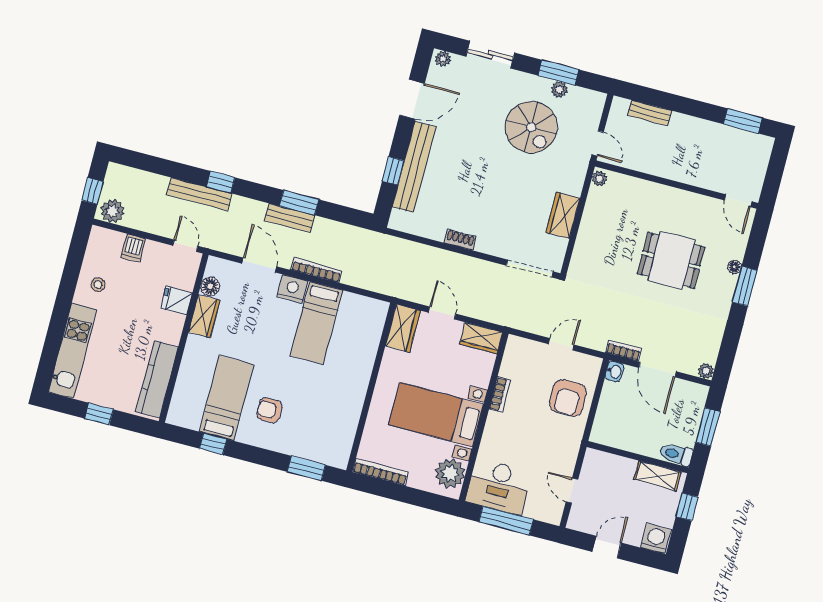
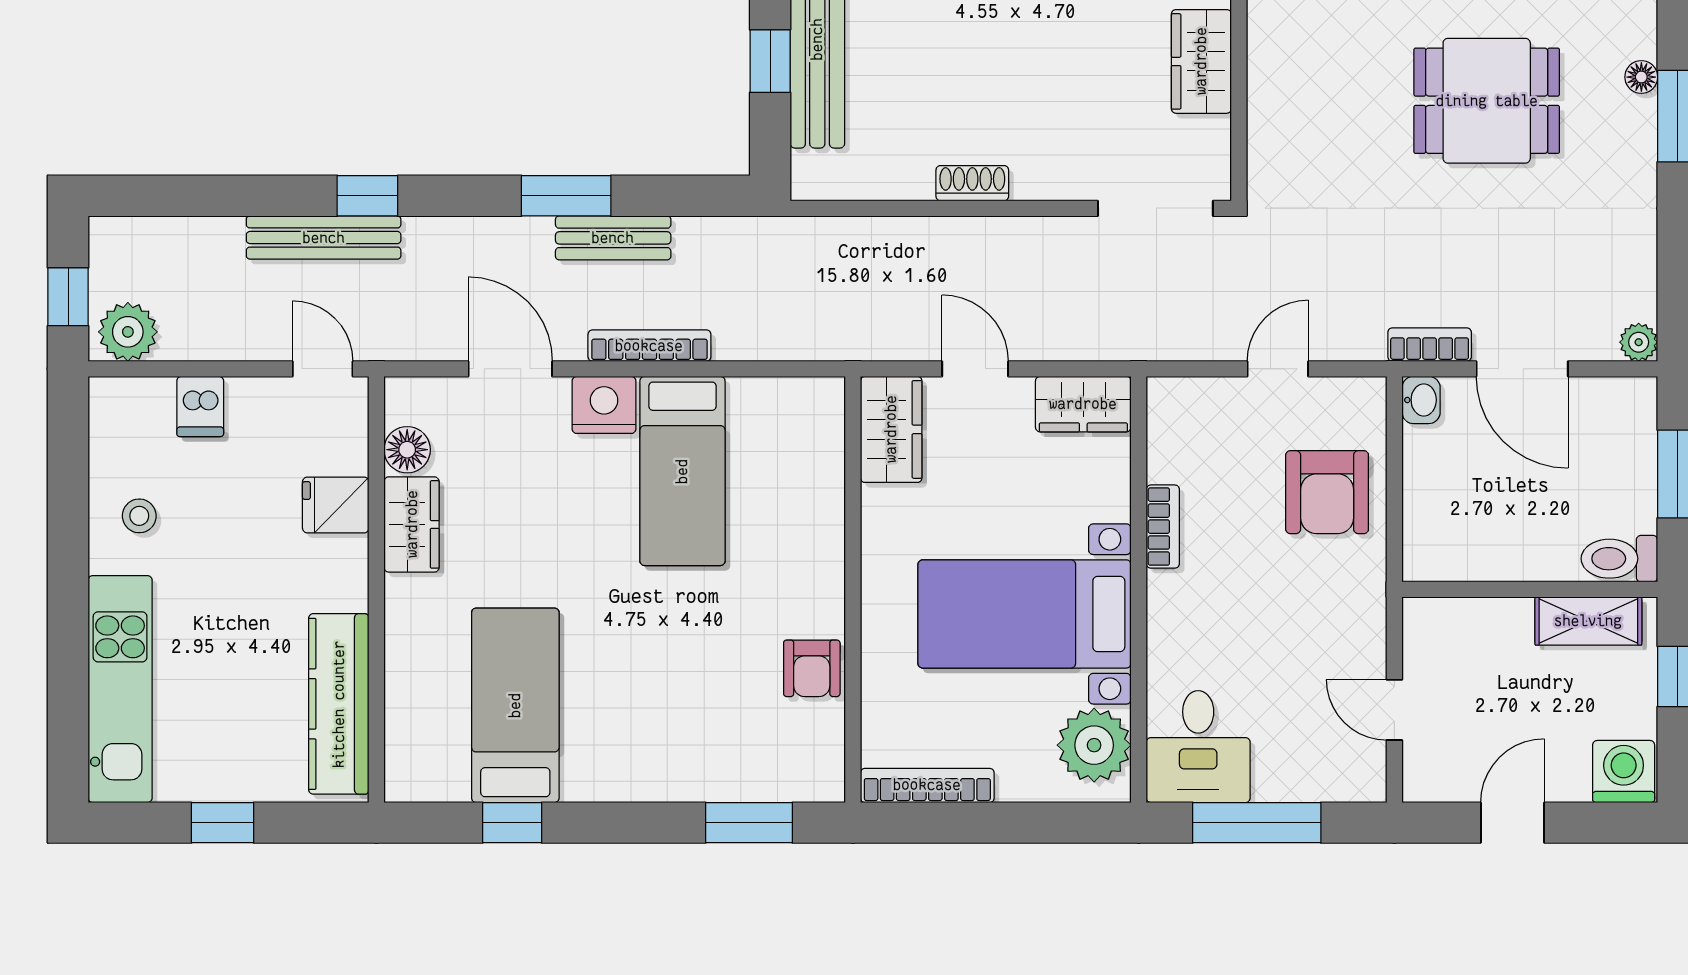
bench: (289, 218) -> (613, 238), moved
armchair: (270, 410) -> (812, 668), moved, turned -90
desk: (499, 487) -> (1198, 747), width x0.73

